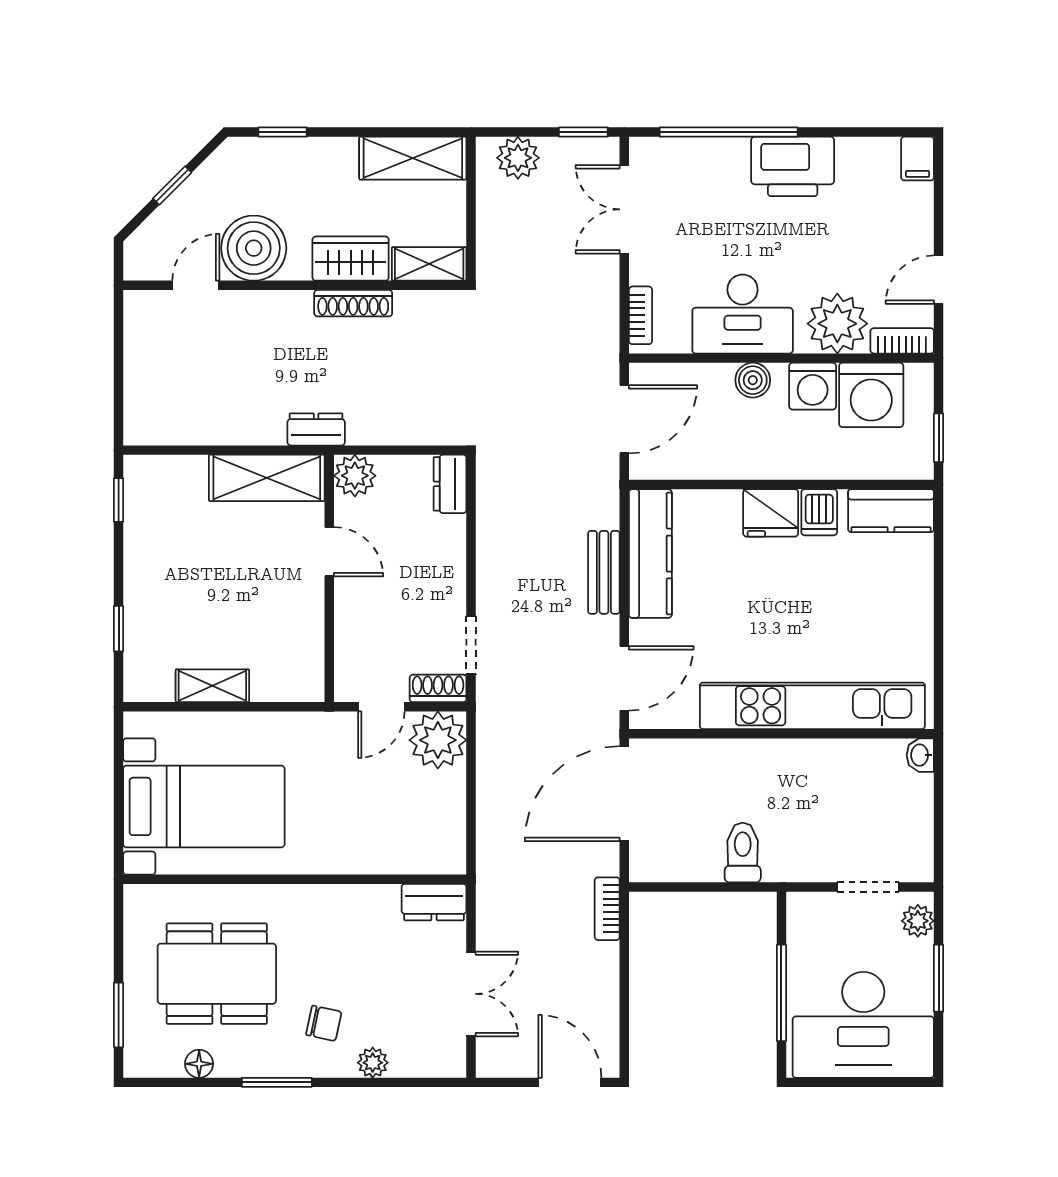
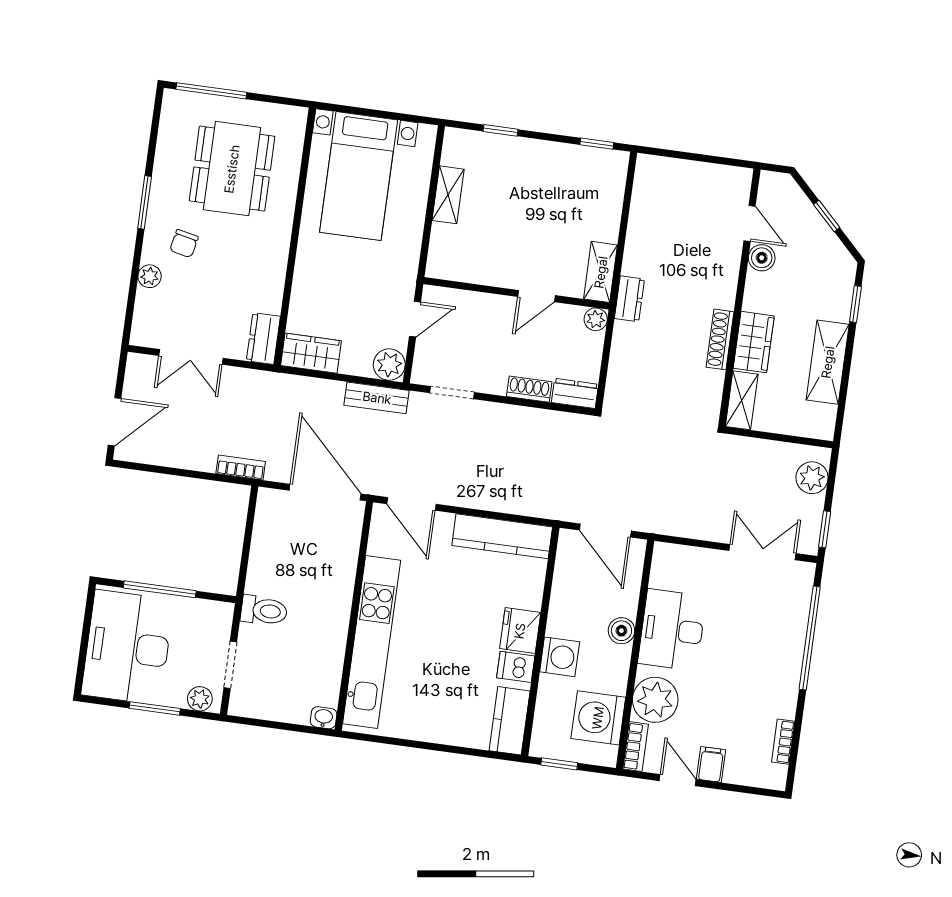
shelving: (413, 158) -> (828, 362), moved
filing cabinet: (918, 159) -> (711, 764), moved, turned 90
printer: (793, 166) -> (777, 682), removed
boiler: (254, 248) -> (762, 258), width x0.54, depth x0.54
bookcase: (640, 315) -> (783, 742), moved, turned 90
washing machine: (813, 386) -> (560, 657), moved, turned 180
plant: (355, 476) -> (596, 319), width x0.73, depth x0.73
shelving: (267, 478) -> (601, 272), width x0.67, depth x0.75
bench: (604, 572) -> (377, 398), moved
shoe rack: (438, 688) -> (529, 389), moved, turned -90
door: (381, 707) -> (415, 319), swing flipped
plant: (438, 740) -> (389, 365), width x0.73, depth x0.73
wardrobe: (445, 837) -> (311, 353), added
toilet: (743, 853) -> (264, 611), moved
window: (119, 1015) -> (211, 91), width x1.44
floor lamp: (199, 1064) -> (166, 146), removed

